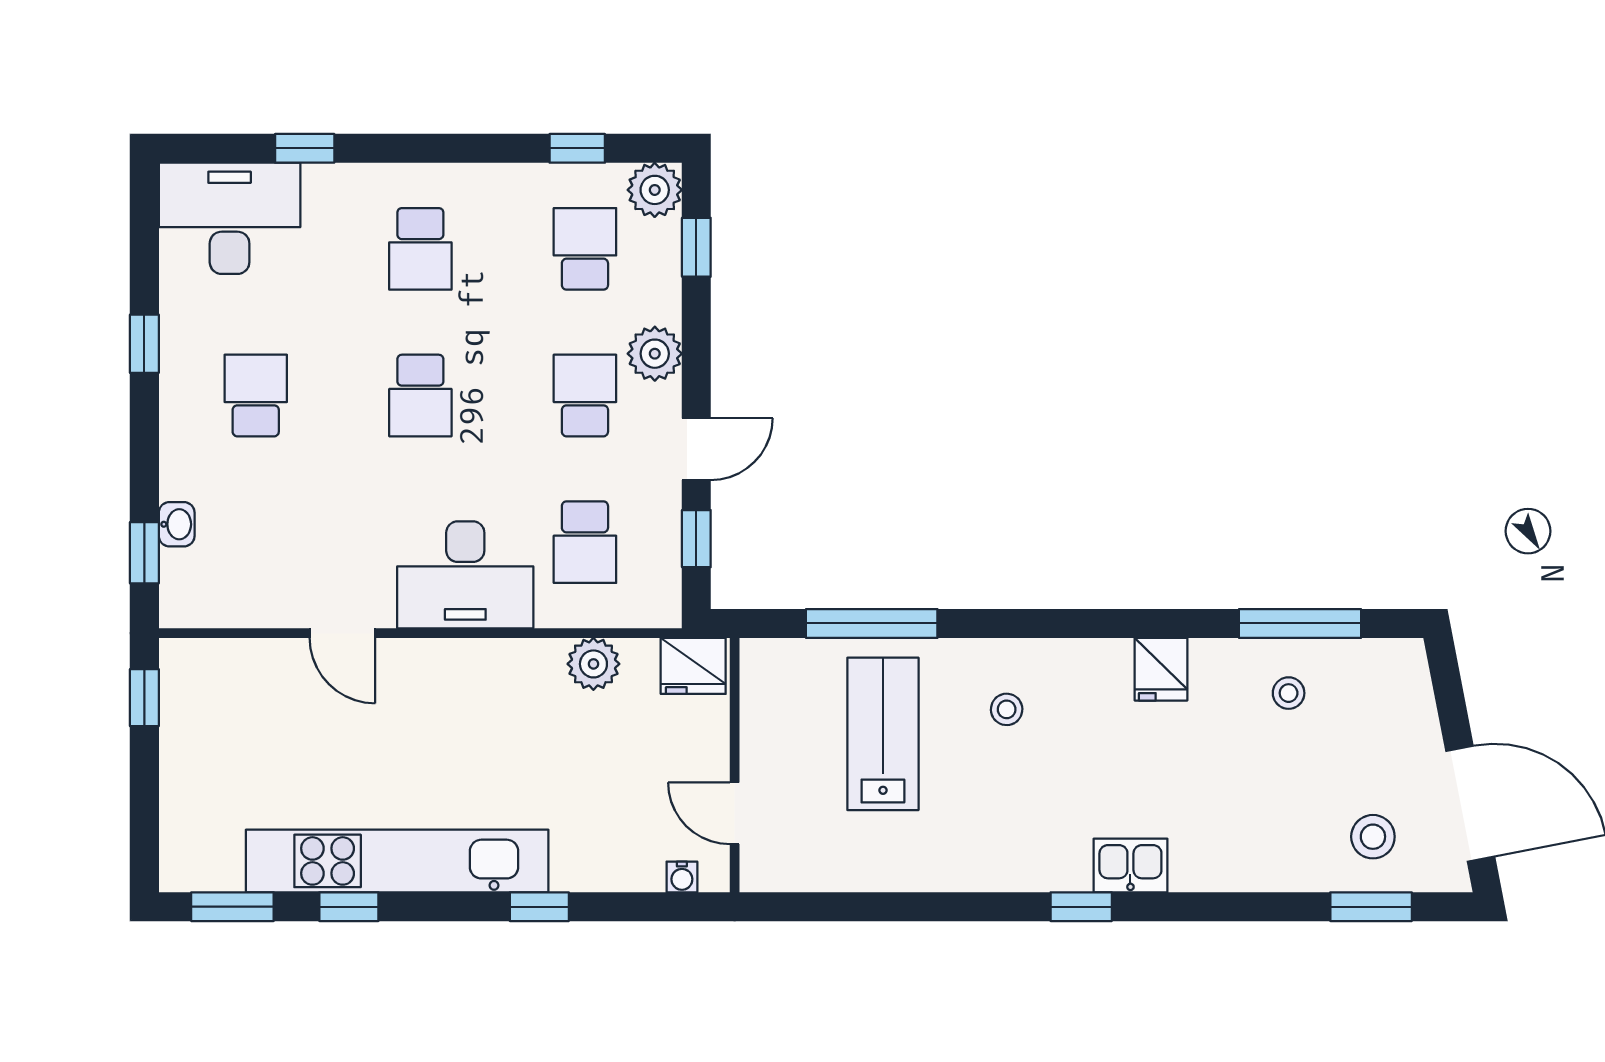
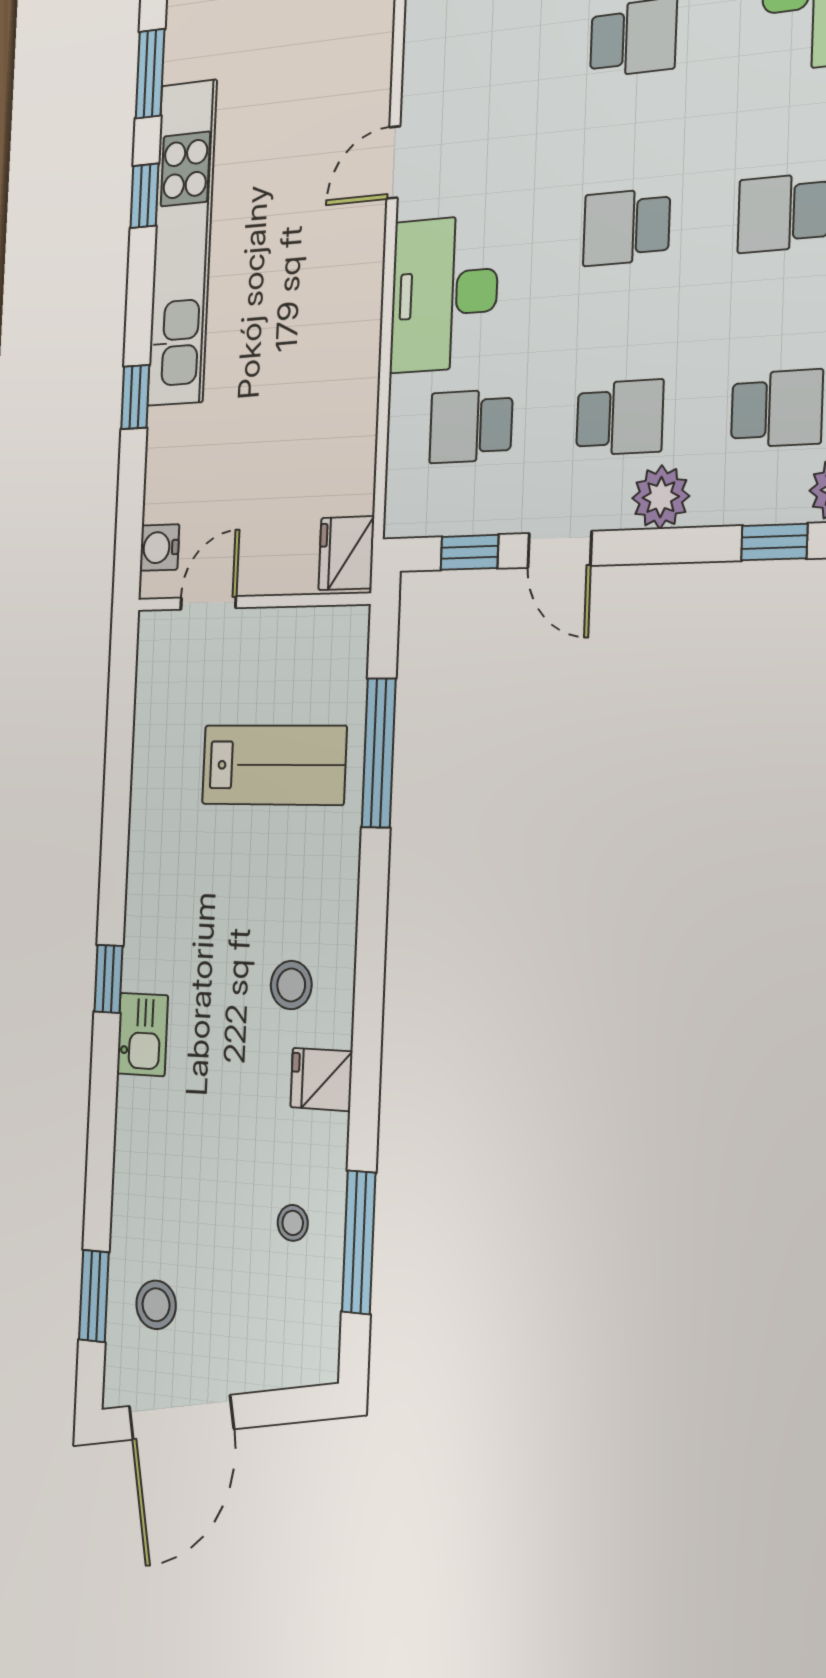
plant: (593, 664) -> (353, 442), removed
stool: (1007, 709) -> (291, 985), moved, width x1.37, depth x1.37
water cooler: (682, 877) -> (159, 548), width x1.38, depth x1.38

